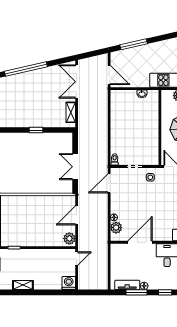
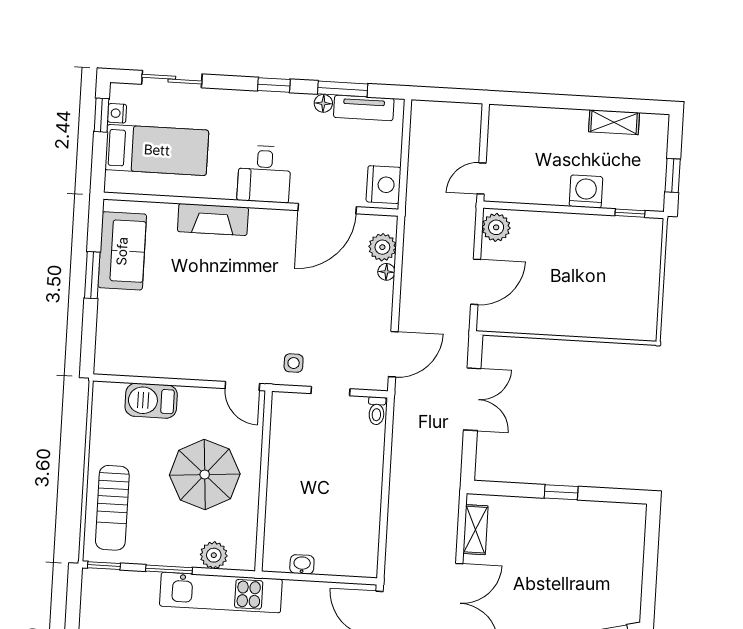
nightstand: (117, 254) -> (383, 185), added
washing machine: (69, 283) -> (586, 192), moved, turned 180

